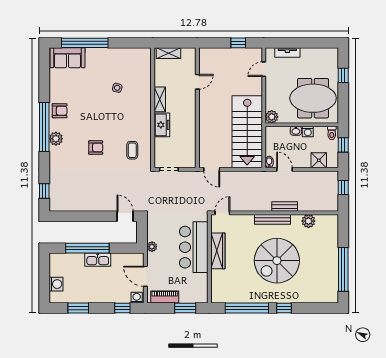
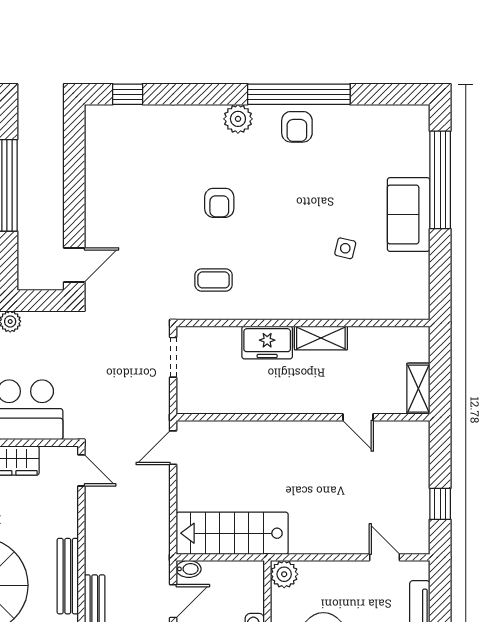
shelving: (169, 53) -> (418, 389), moved
sofa: (67, 58) -> (409, 215), moved
window: (44, 127) -> (299, 94), moved
stairs: (247, 132) -> (232, 533), width x0.73, depth x0.66

